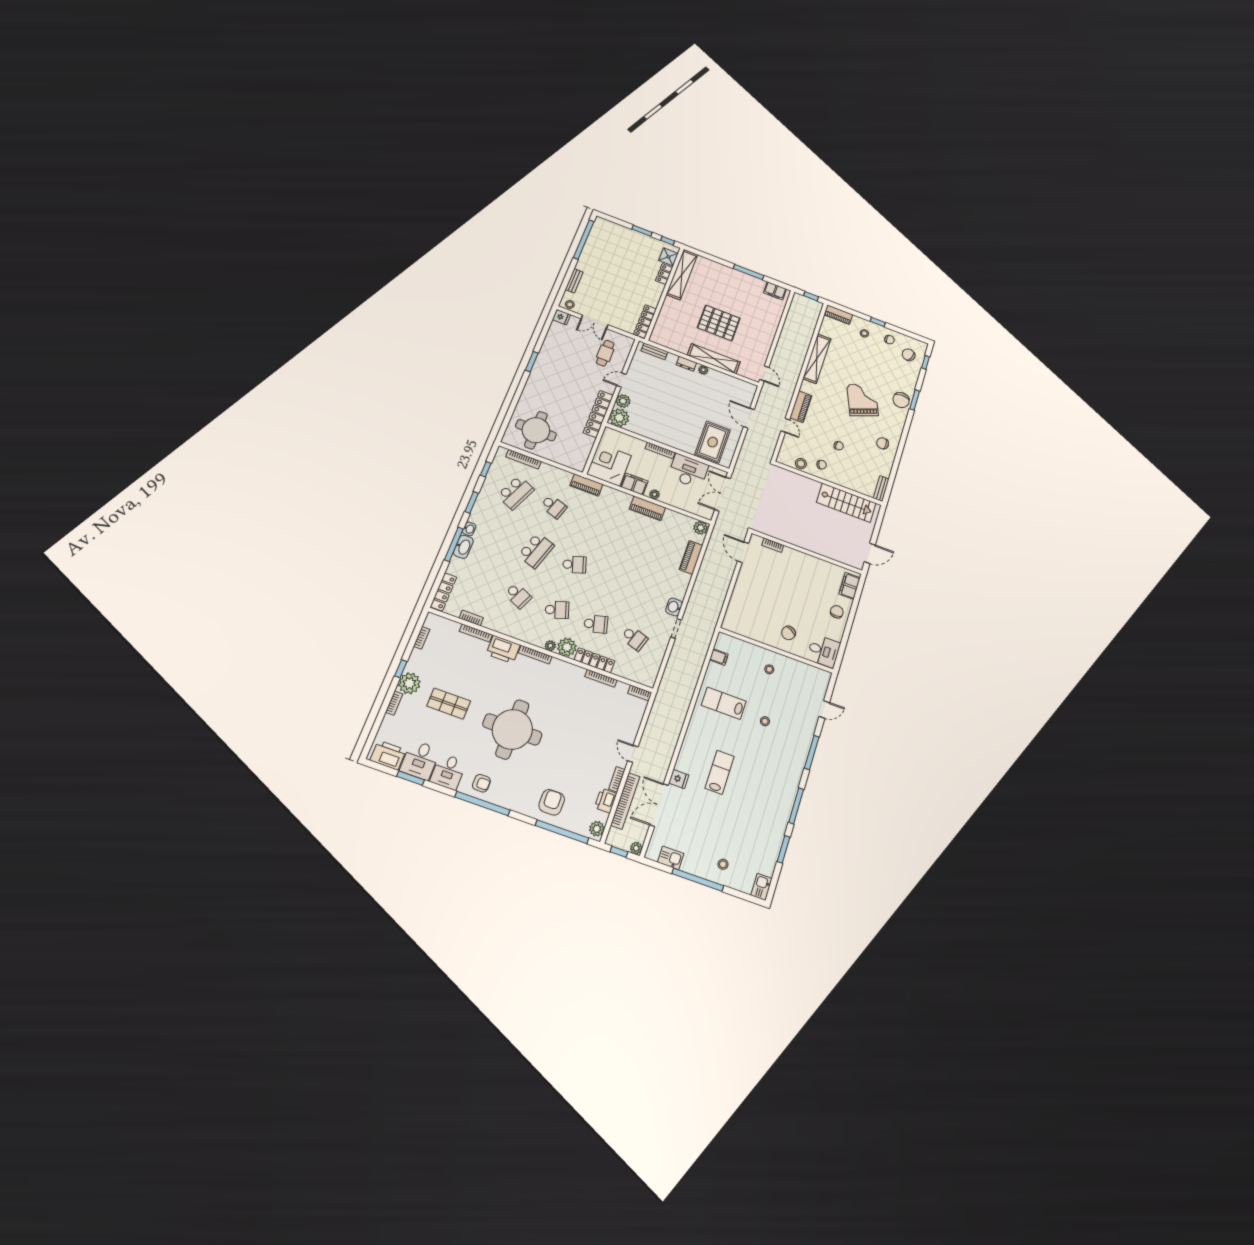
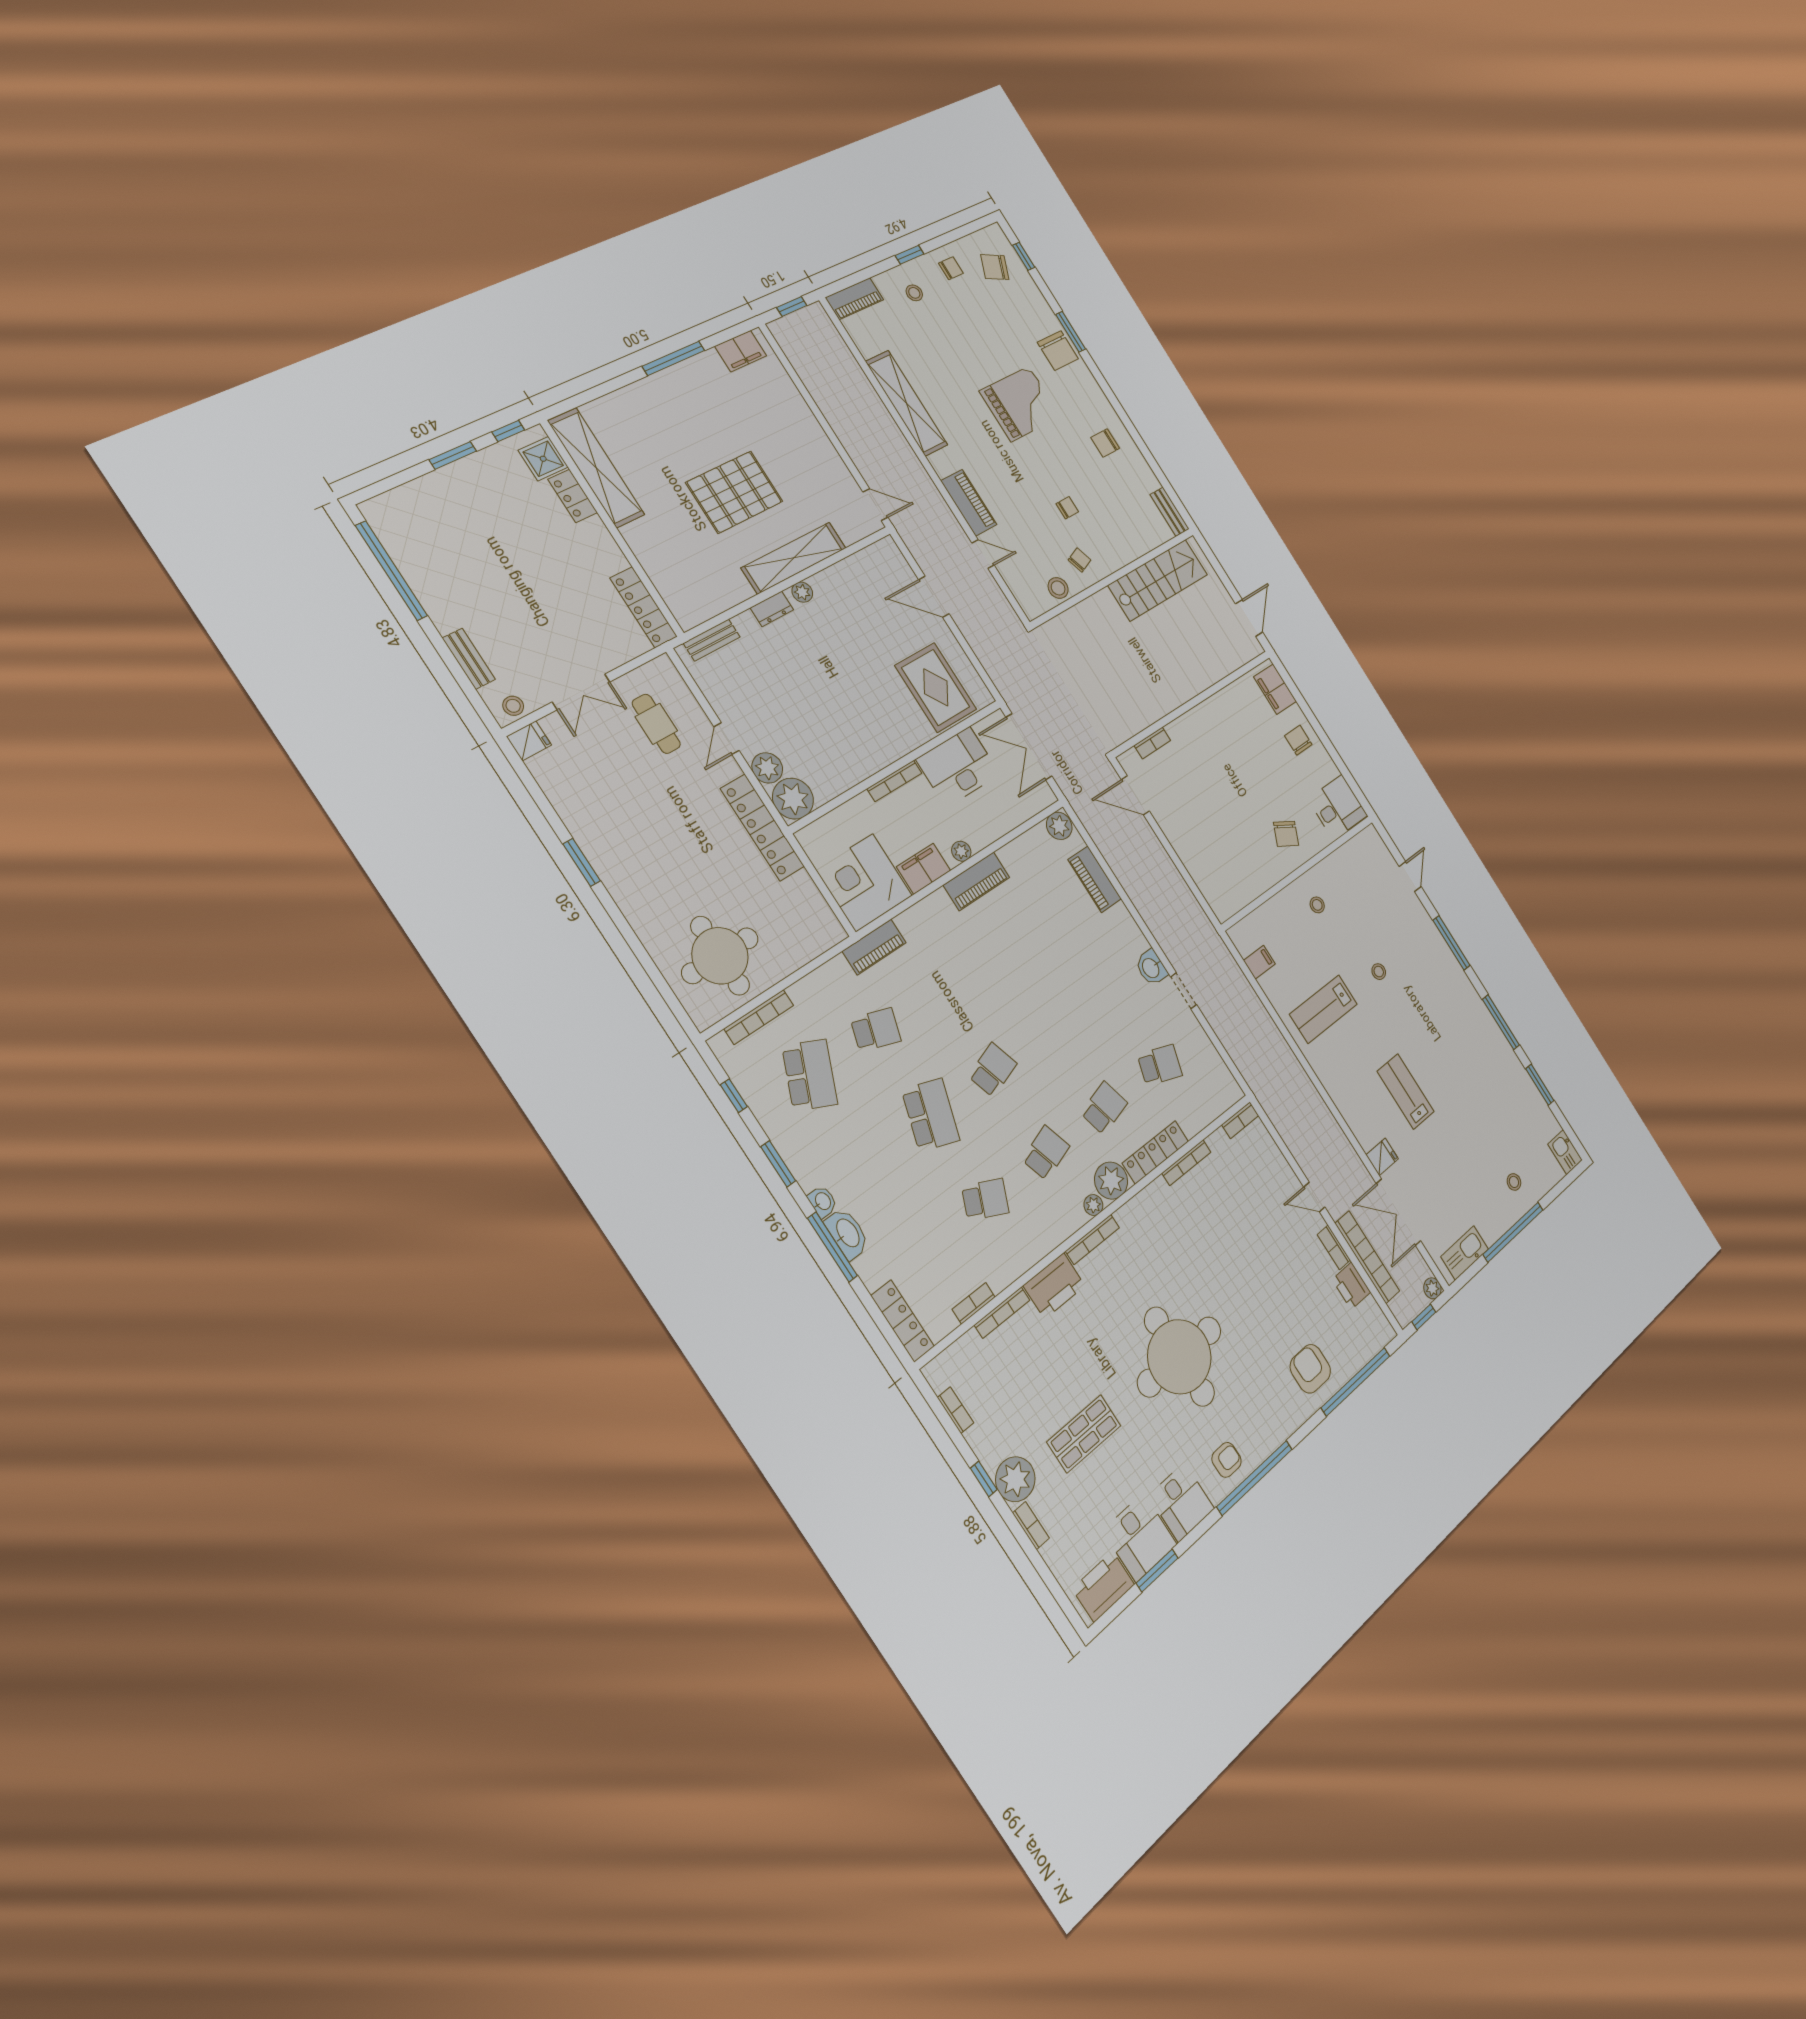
grand piano: (863, 400) -> (1020, 404), turned 112
plant: (597, 829) -> (1379, 1327), removed
kitchen sink: (671, 858) -> (1465, 1253), width x1.38

